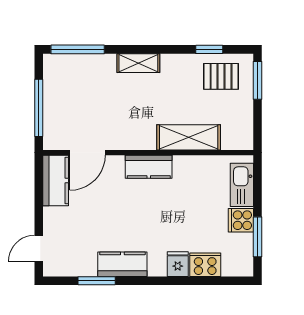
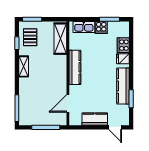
shelving: (138, 63) -> (24, 66), moved
shelving: (189, 137) -> (60, 39), moved
door: (88, 153) -> (68, 103), swing flipped
kitchen counter: (149, 167) -> (75, 67), width x1.50
kitchen counter: (56, 180) -> (95, 119), moved
kitchen counter: (122, 264) -> (123, 86), width x1.50

